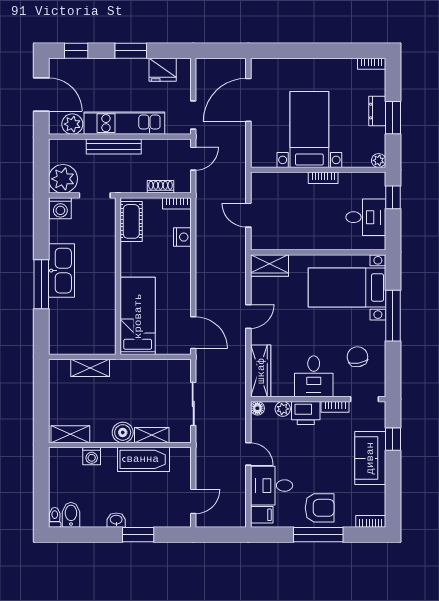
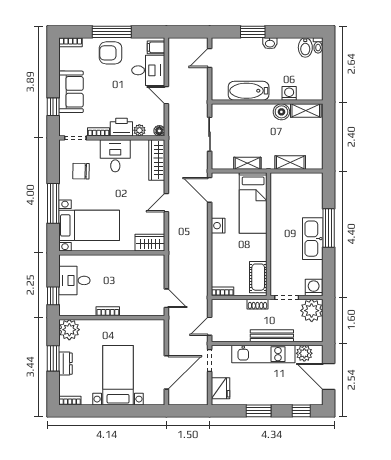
fridge: (163, 70) -> (220, 388), moved, turned 90
bed with nightstands: (309, 129) -> (118, 375), moved, turned 180
plant: (379, 160) -> (69, 330), width x1.87, depth x1.87
shoe rack: (161, 187) -> (257, 304), moved
door: (248, 215) -> (166, 298), moved
nightstand: (182, 237) -> (218, 226), moved
chair: (357, 357) -> (81, 171), turned 100
boiler: (123, 432) -> (281, 112), moved
shelving: (152, 435) -> (247, 163), moved

